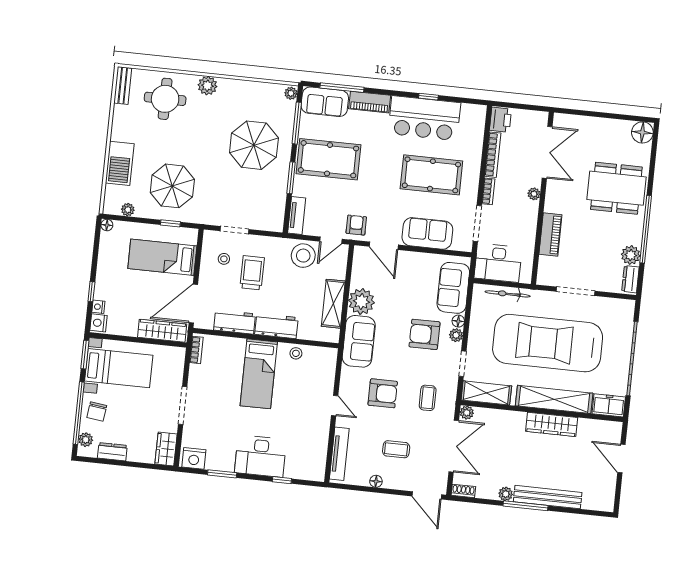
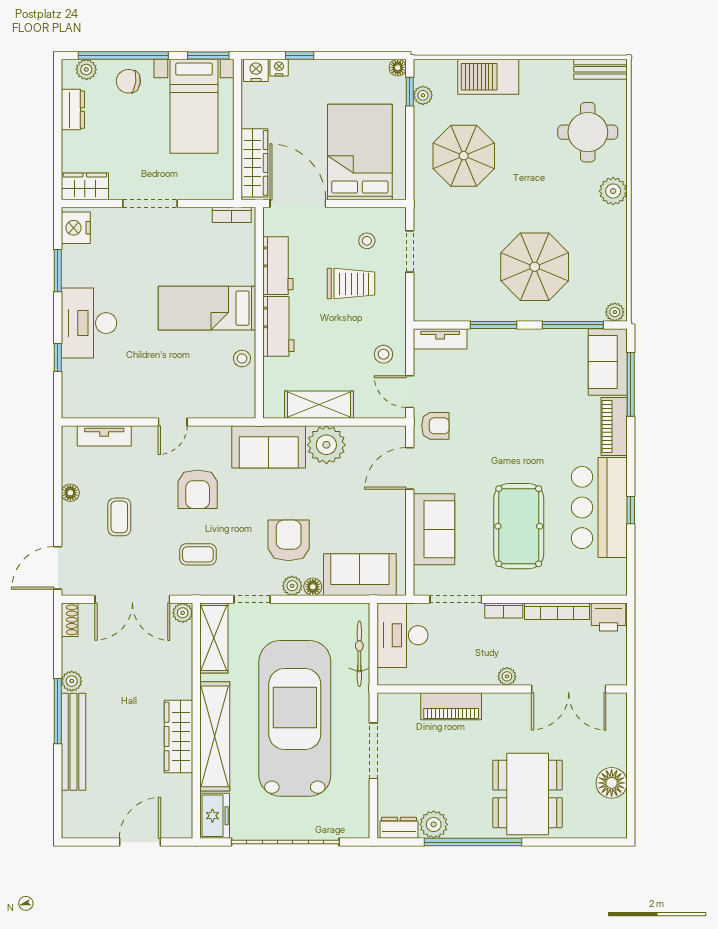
floor lamp: (642, 132) -> (612, 783), moved
pool table: (328, 159) -> (526, 376), removed
window: (170, 223) -> (410, 92), moved
stool: (303, 256) -> (383, 354), width x0.53, depth x0.53
bed: (162, 257) -> (360, 152), width x1.50
tv unit: (339, 454) -> (104, 436), width x0.71

